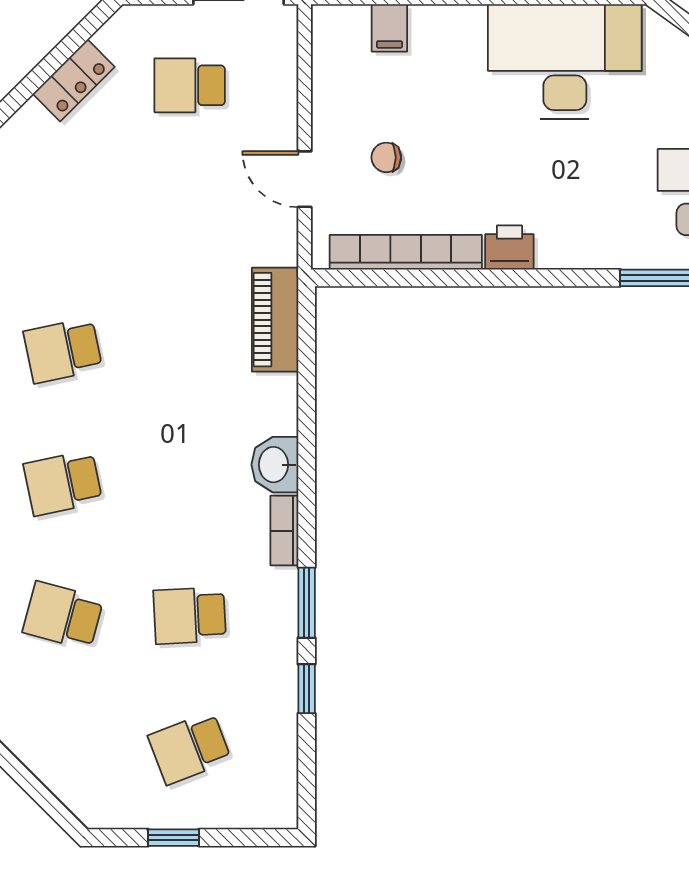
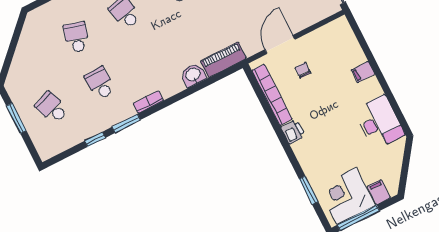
filing cabinet: (389, 28) -> (363, 72), moved
desk: (565, 62) -> (379, 123), width x0.73, depth x0.77
door: (305, 179) -> (280, 45), width x1.38
washbasin: (275, 465) -> (193, 75), moved
window: (173, 838) -> (16, 118), width x1.50

